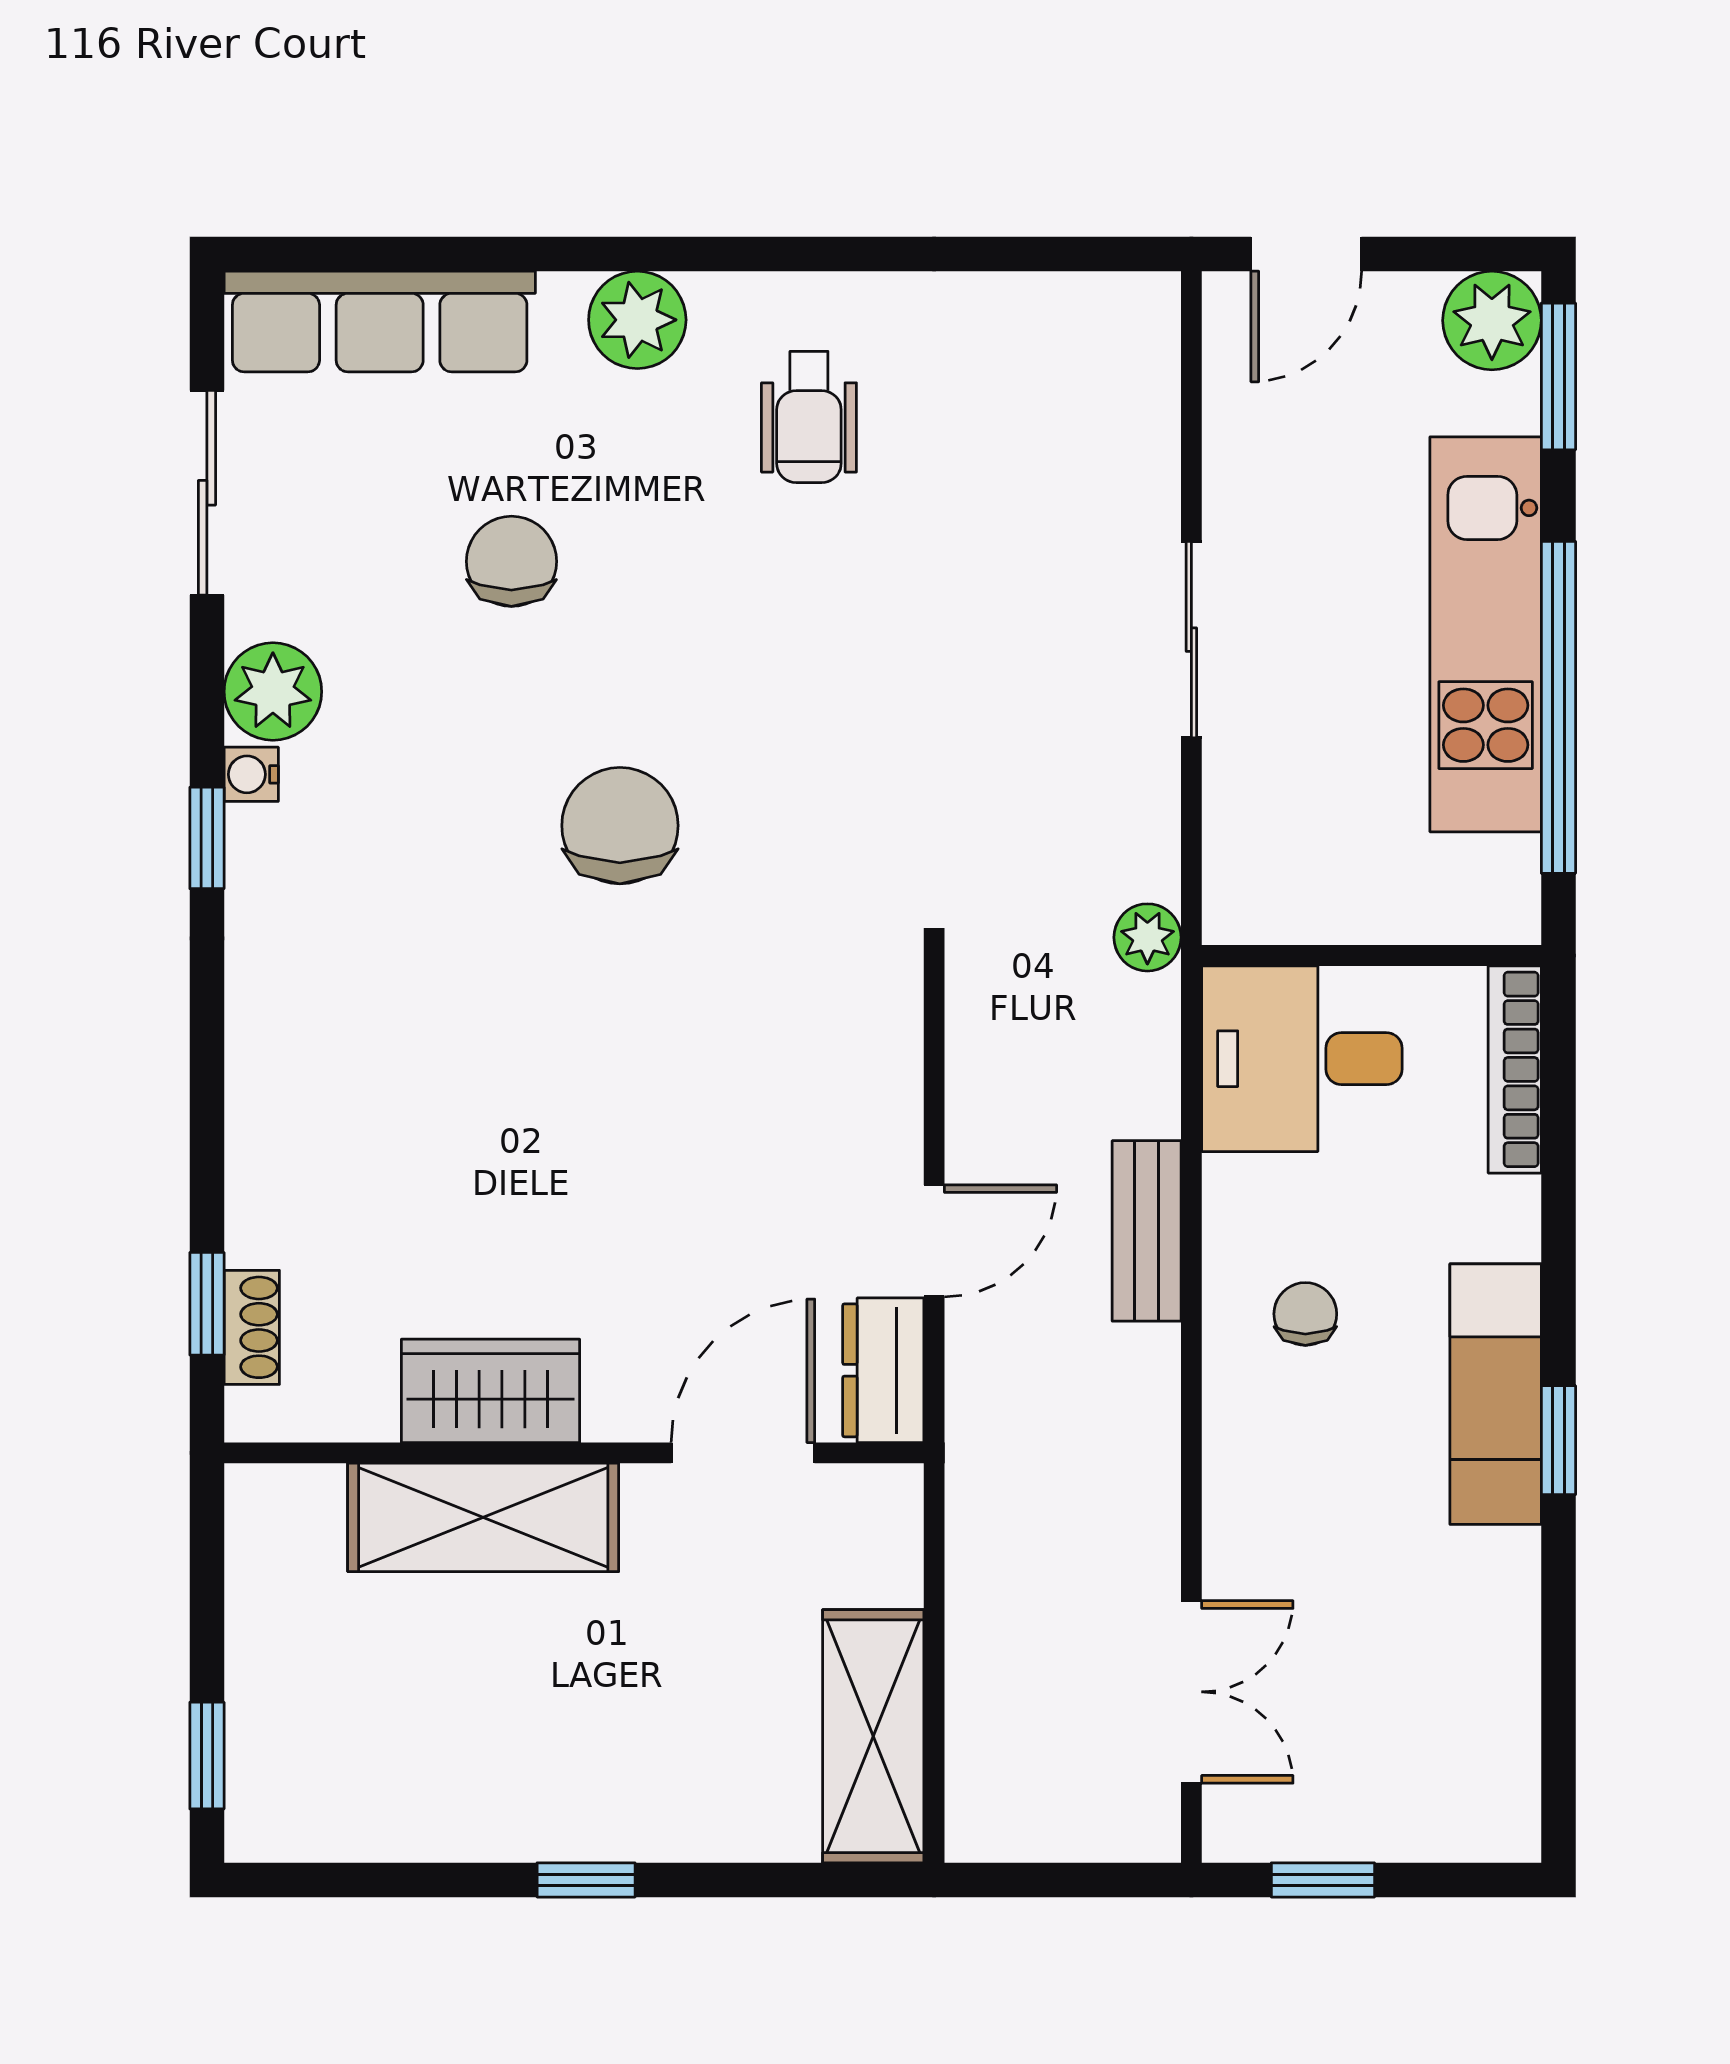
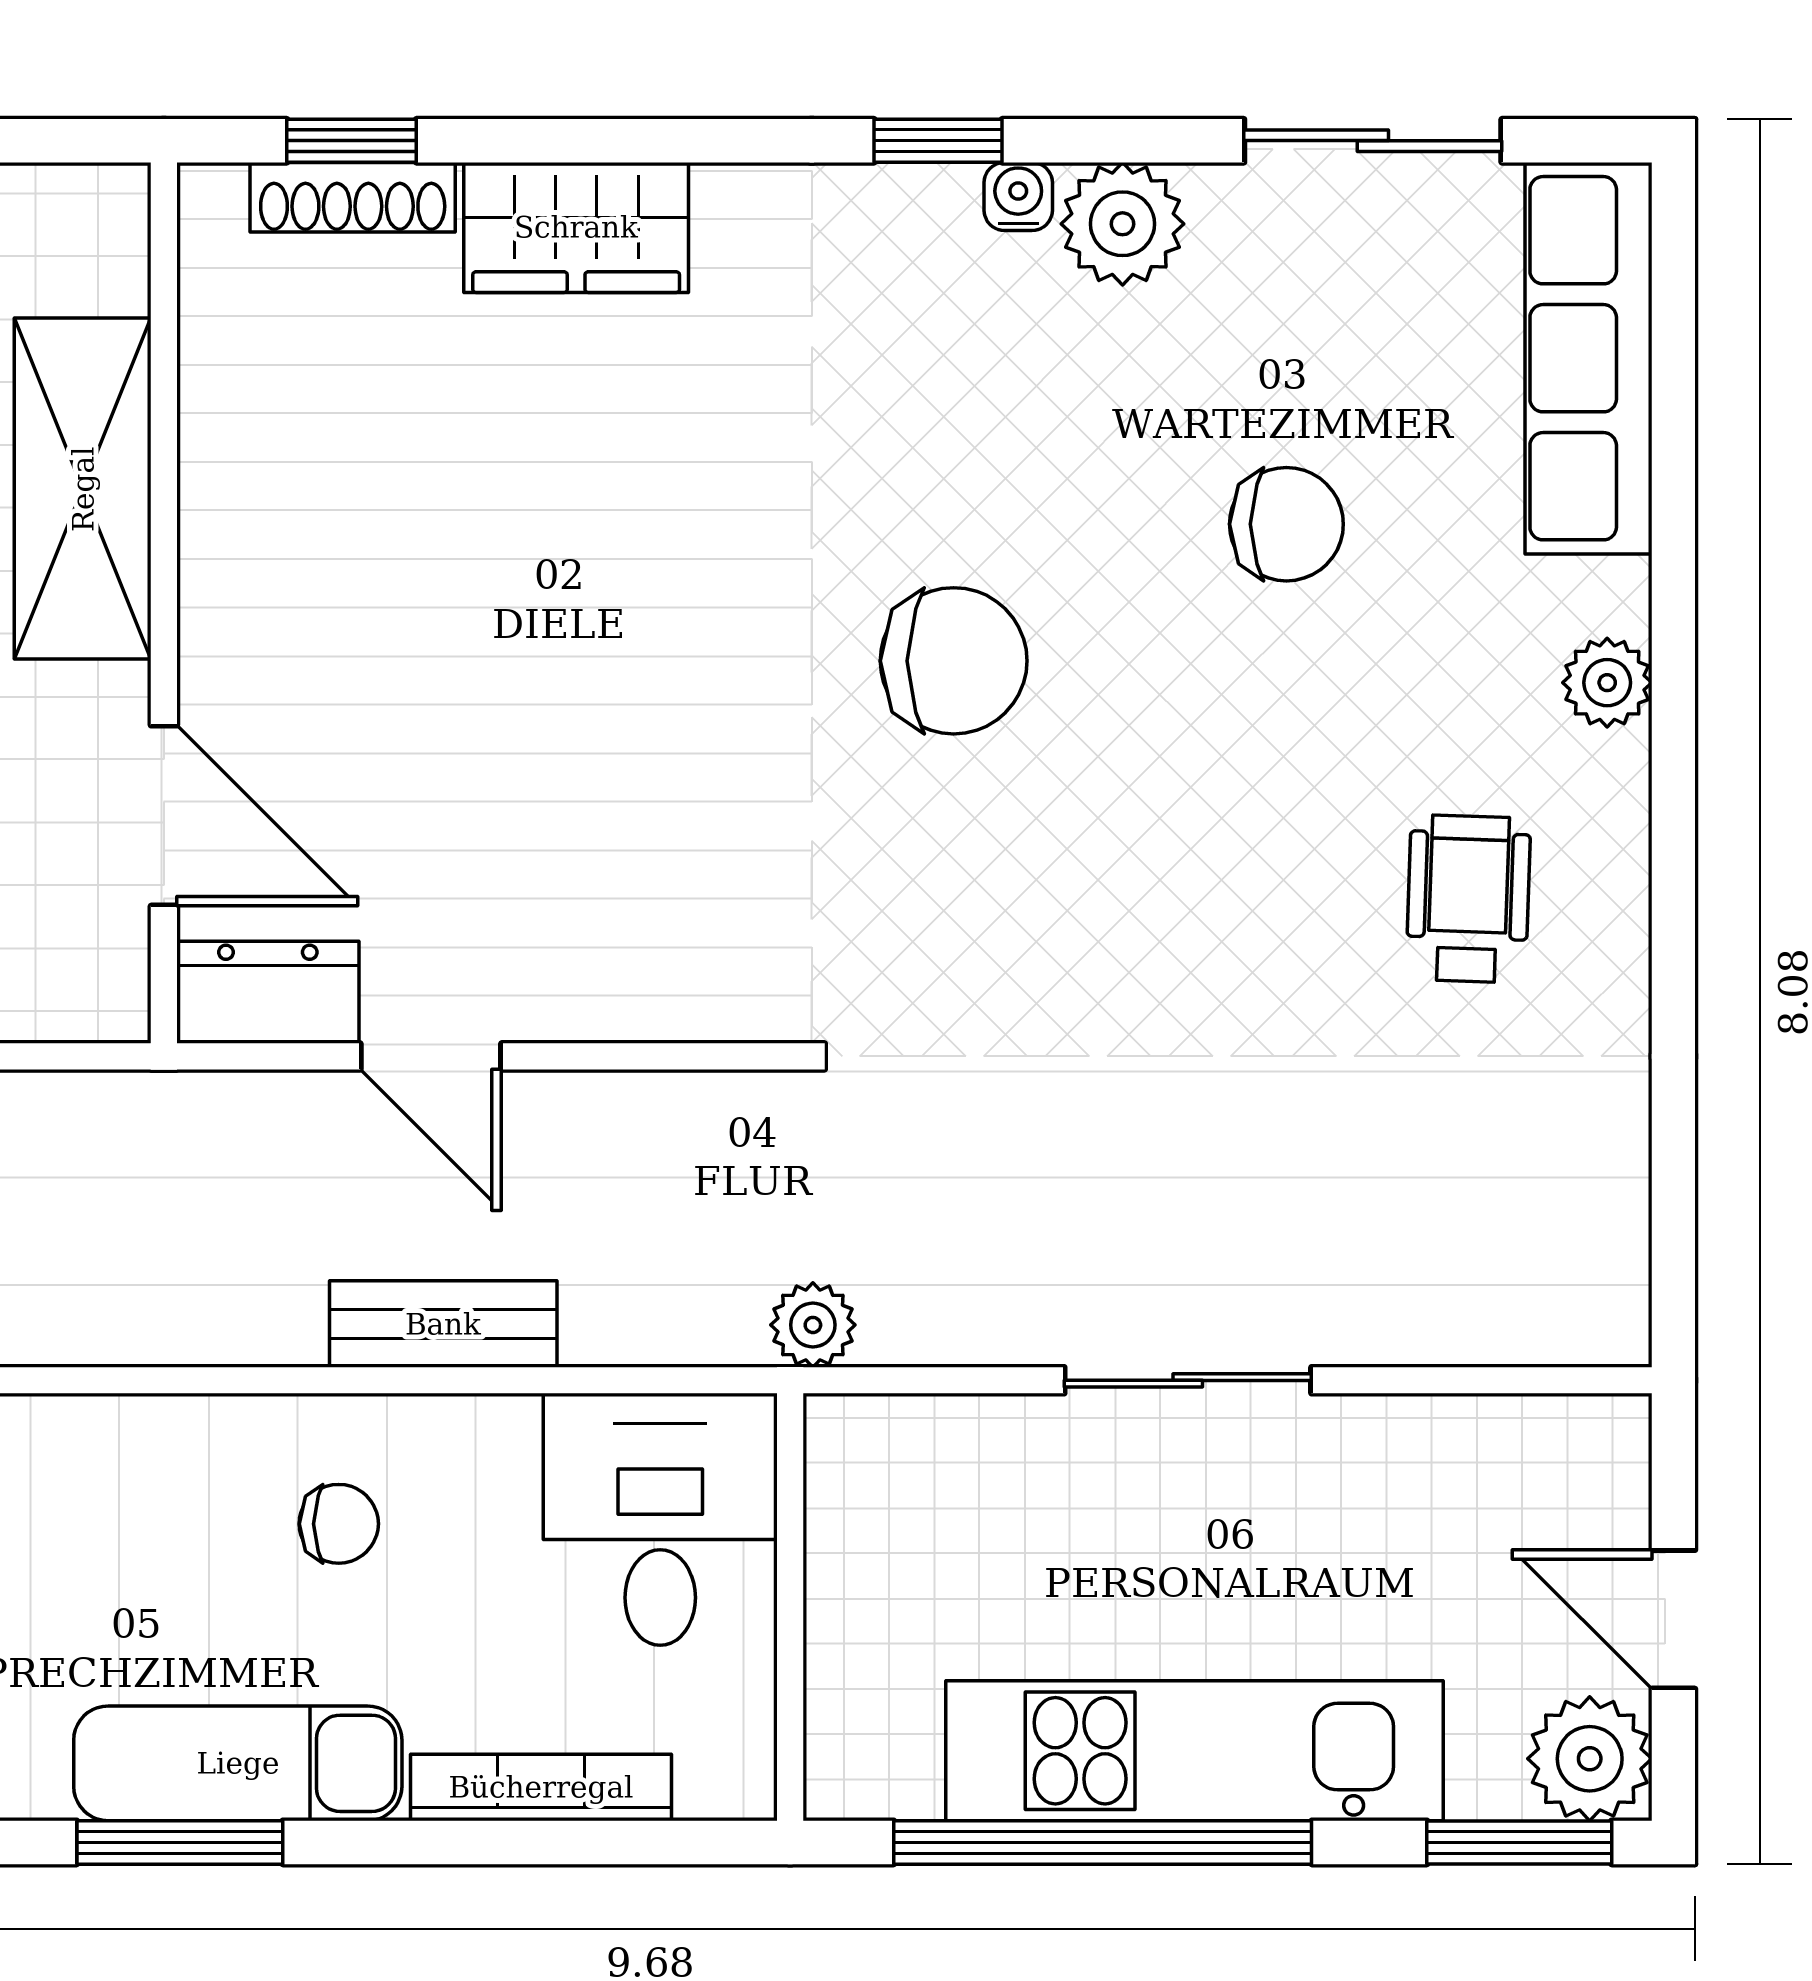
door: (1306, 254) -> (1673, 1619), moved
plant: (637, 320) -> (1607, 683), width x0.73, depth x0.73
wheelchair: (809, 417) -> (1468, 899), turned 92
bookcase: (1515, 1069) -> (541, 1787), moved
shoe rack: (252, 1327) -> (353, 197), width x1.43
wardrobe: (490, 1391) -> (576, 227), moved, turned 90
window: (1558, 1440) -> (180, 1842), width x1.50

